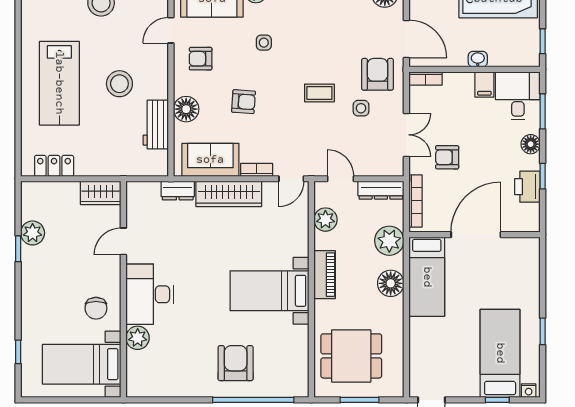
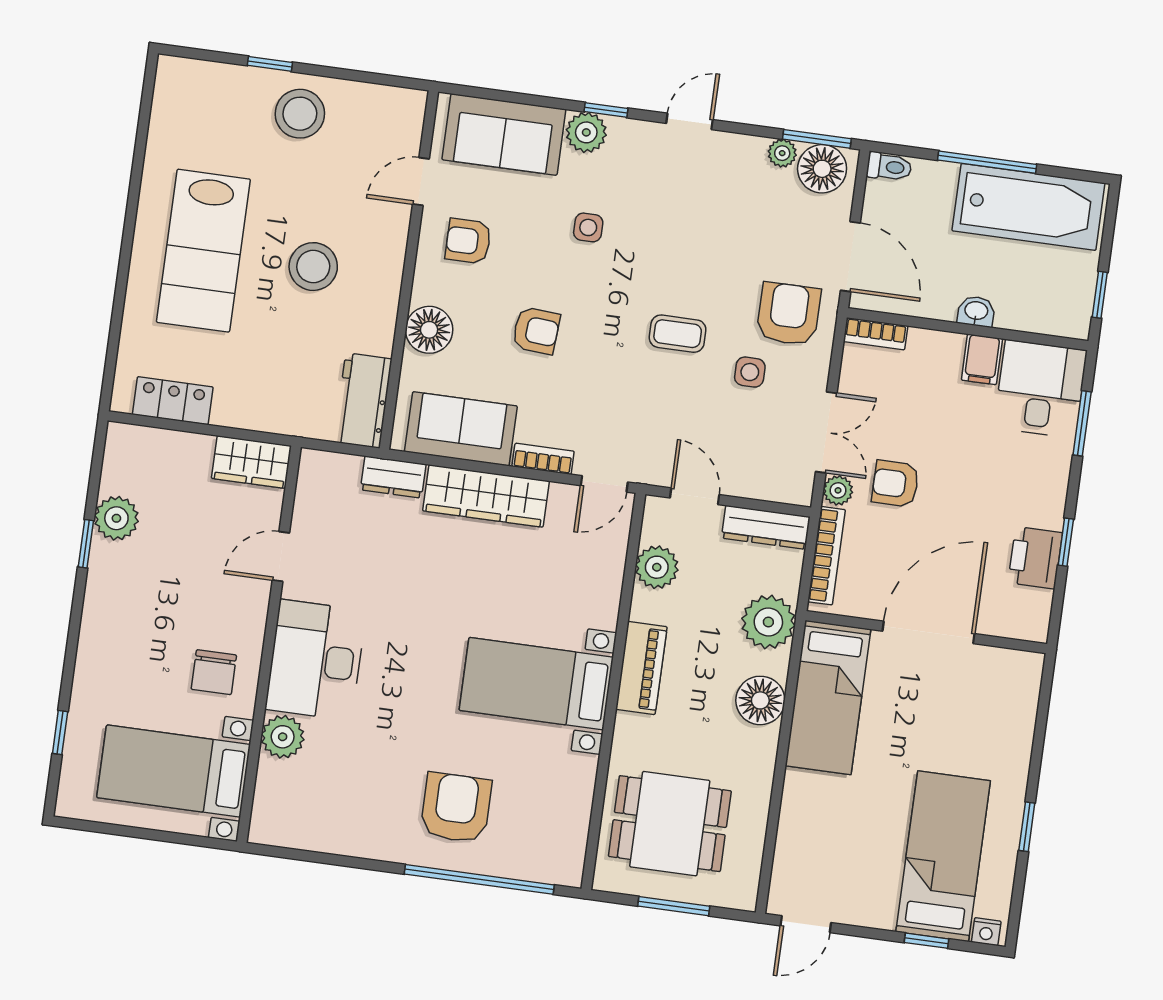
workbench: (156, 124) -> (363, 400), moved
floor lamp: (531, 144) -> (1052, 481), removed
plant: (417, 165) -> (838, 490), added

